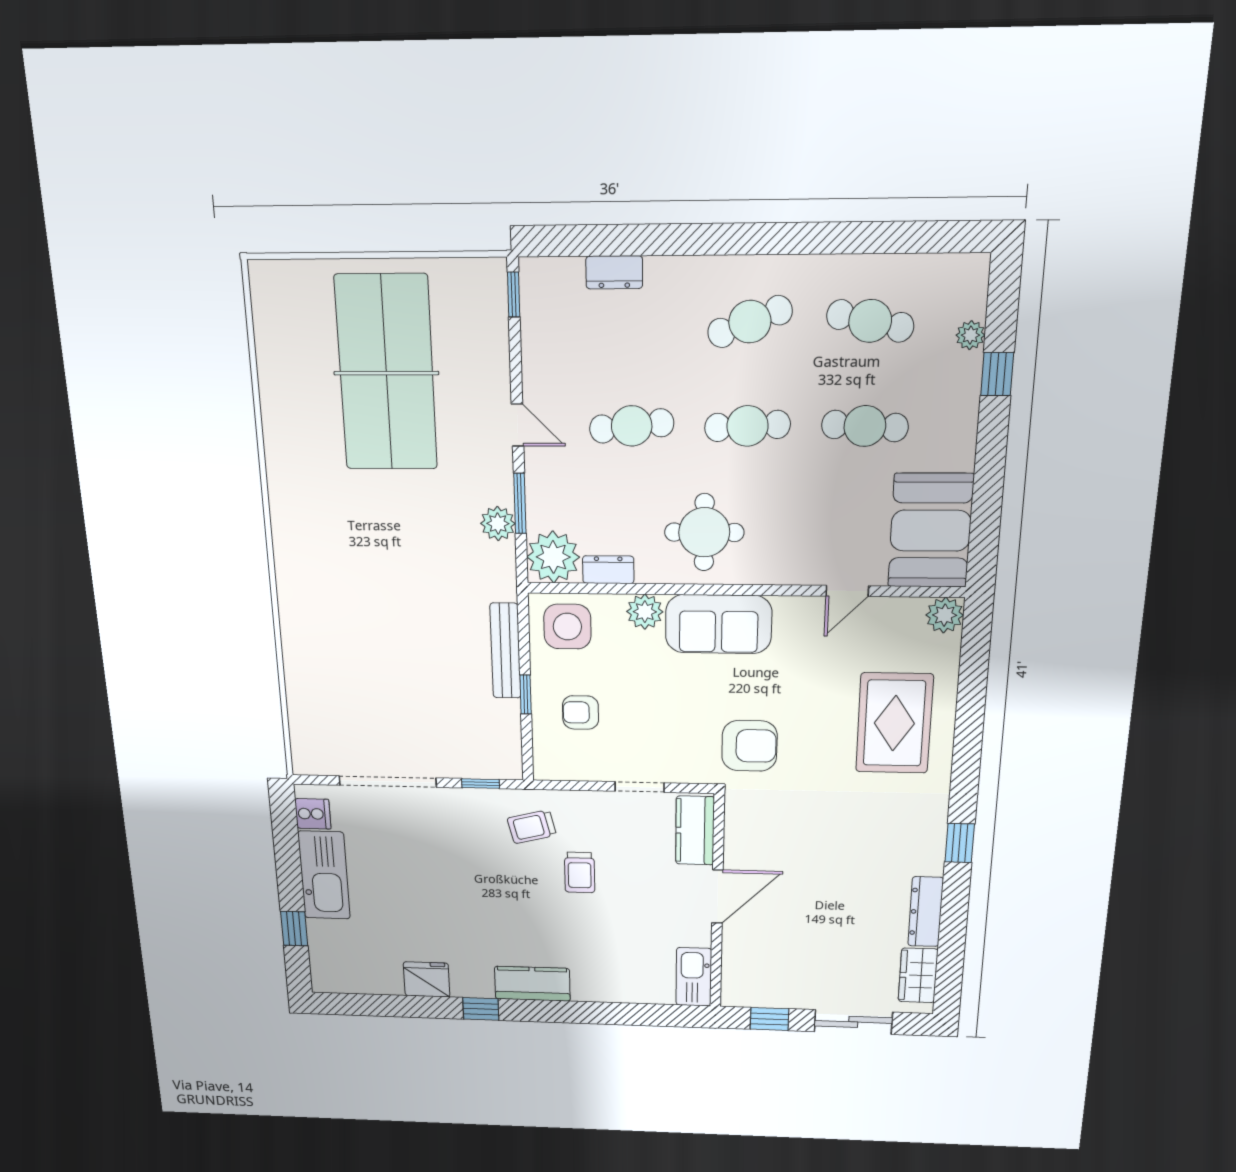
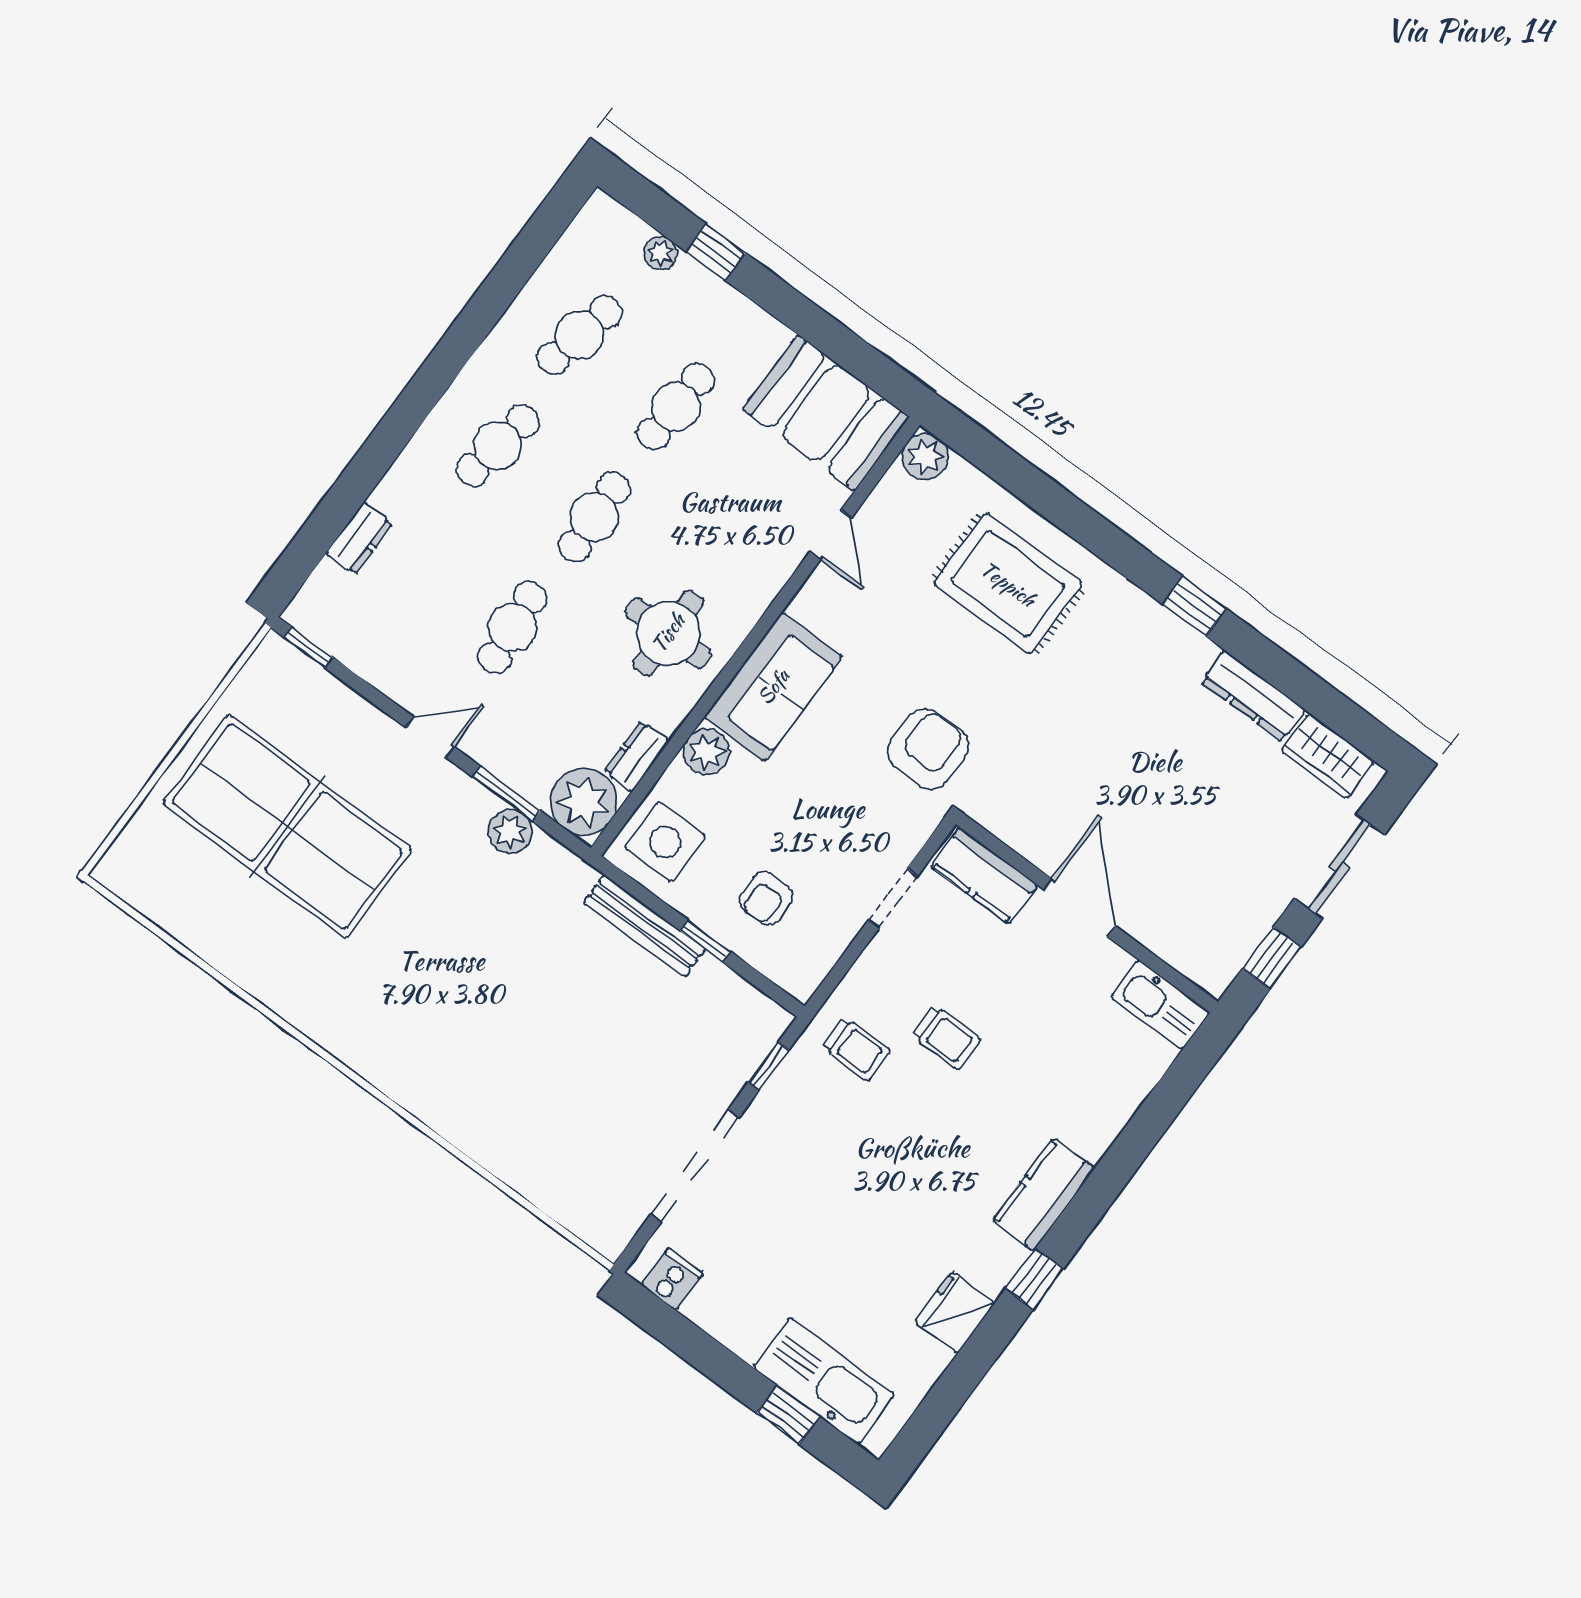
cafe table: (750, 322) -> (498, 446), turned 30
trolley: (532, 827) -> (856, 1049), turned -76
kitchen sink: (324, 875) -> (824, 1381), moved

